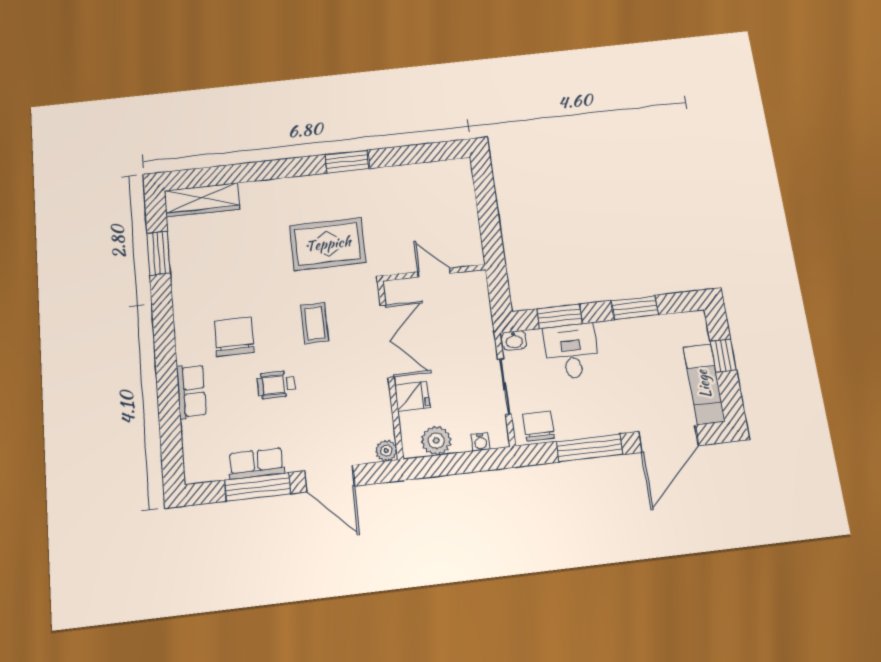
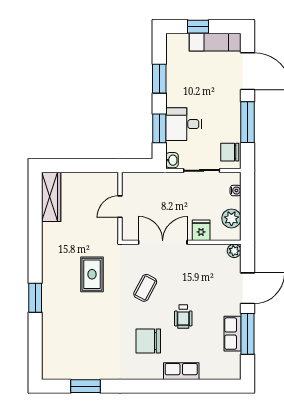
window: (347, 162) -> (35, 298), moved
wardrobe: (202, 200) -> (51, 197), moved
rug: (328, 244) -> (92, 274), width x0.73, depth x0.70
coffee table: (315, 323) -> (145, 288), turned -62

